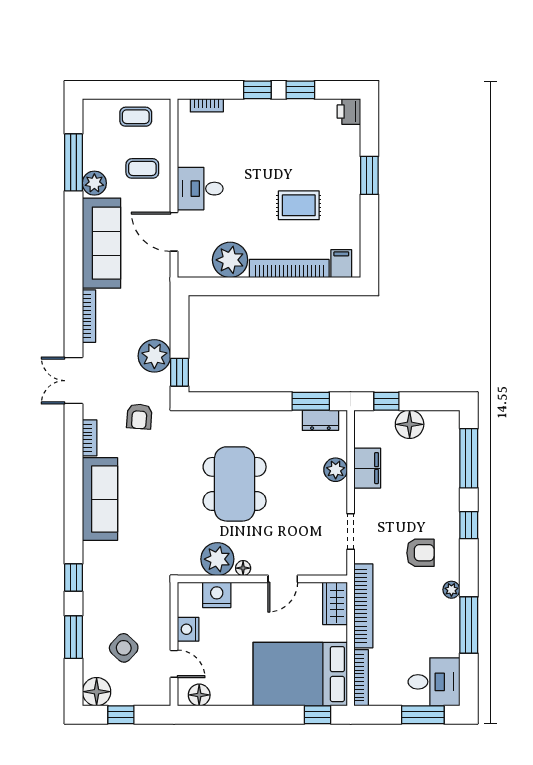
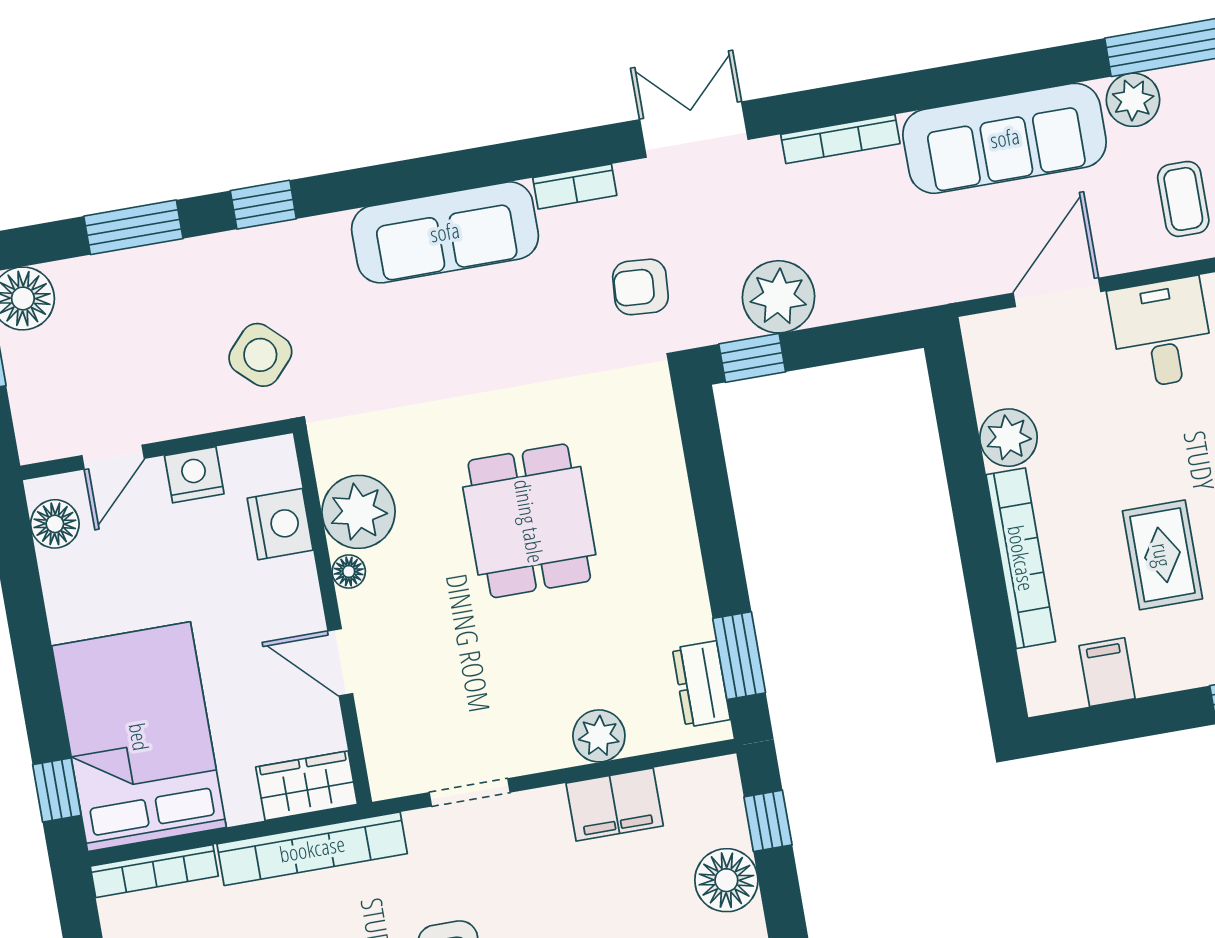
plant: (230, 260) -> (1008, 438), width x0.73, depth x0.73
filing cabinet: (341, 264) -> (1107, 672), moved, turned -90
dining table: (235, 484) -> (529, 521), width x0.73
side table: (124, 648) -> (260, 355), moved

